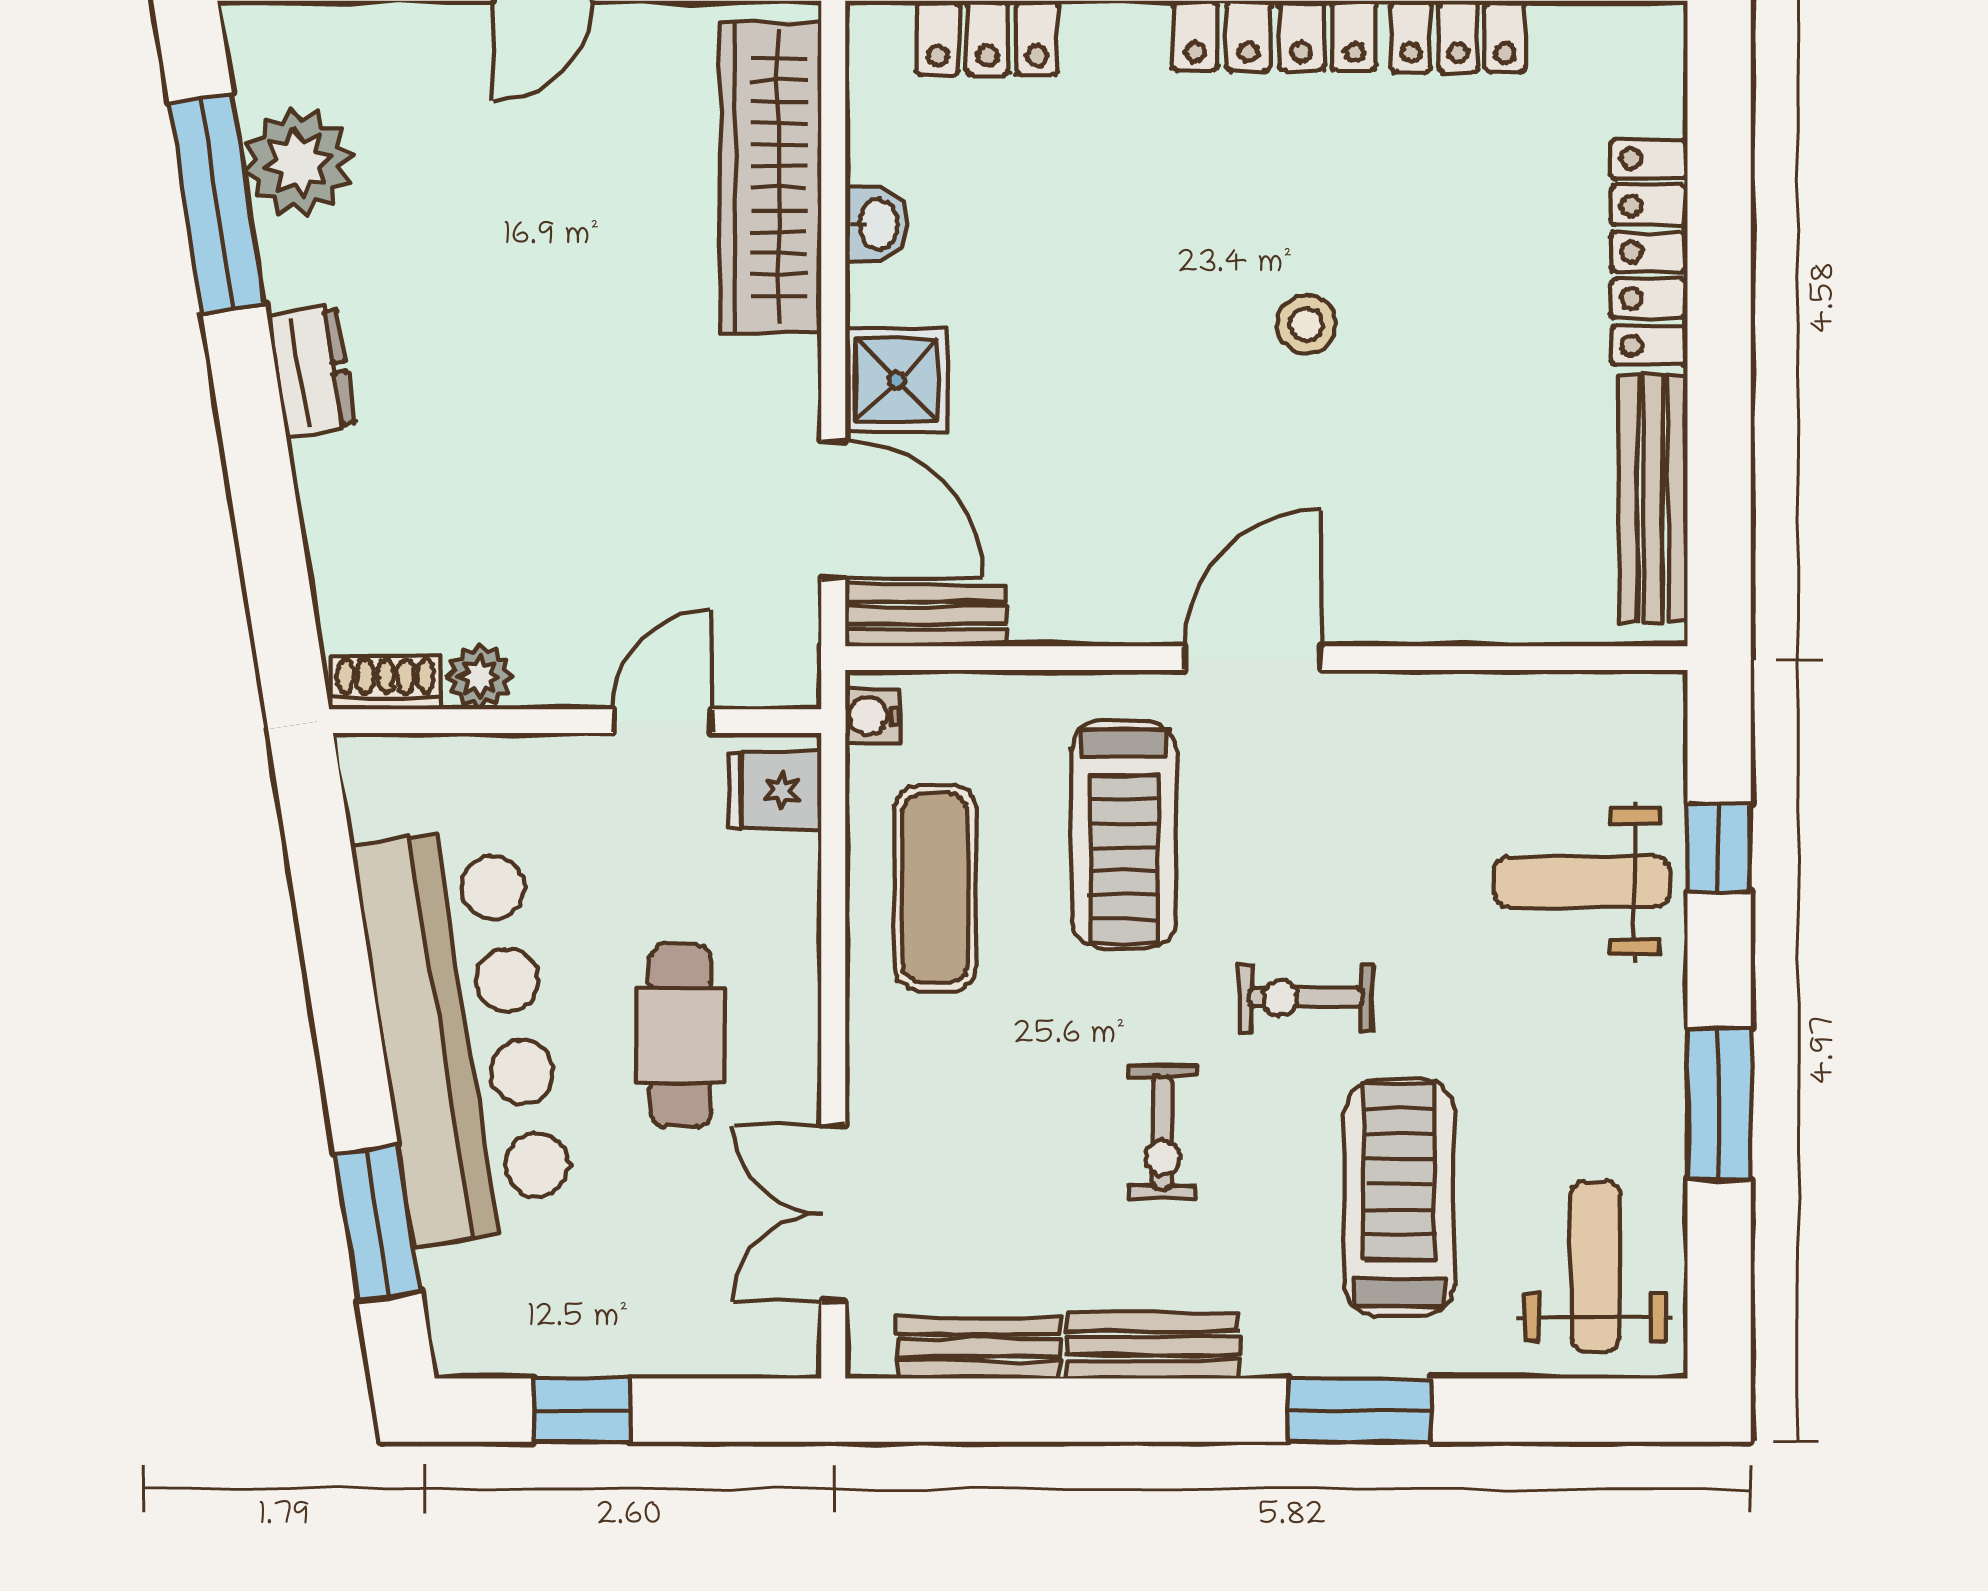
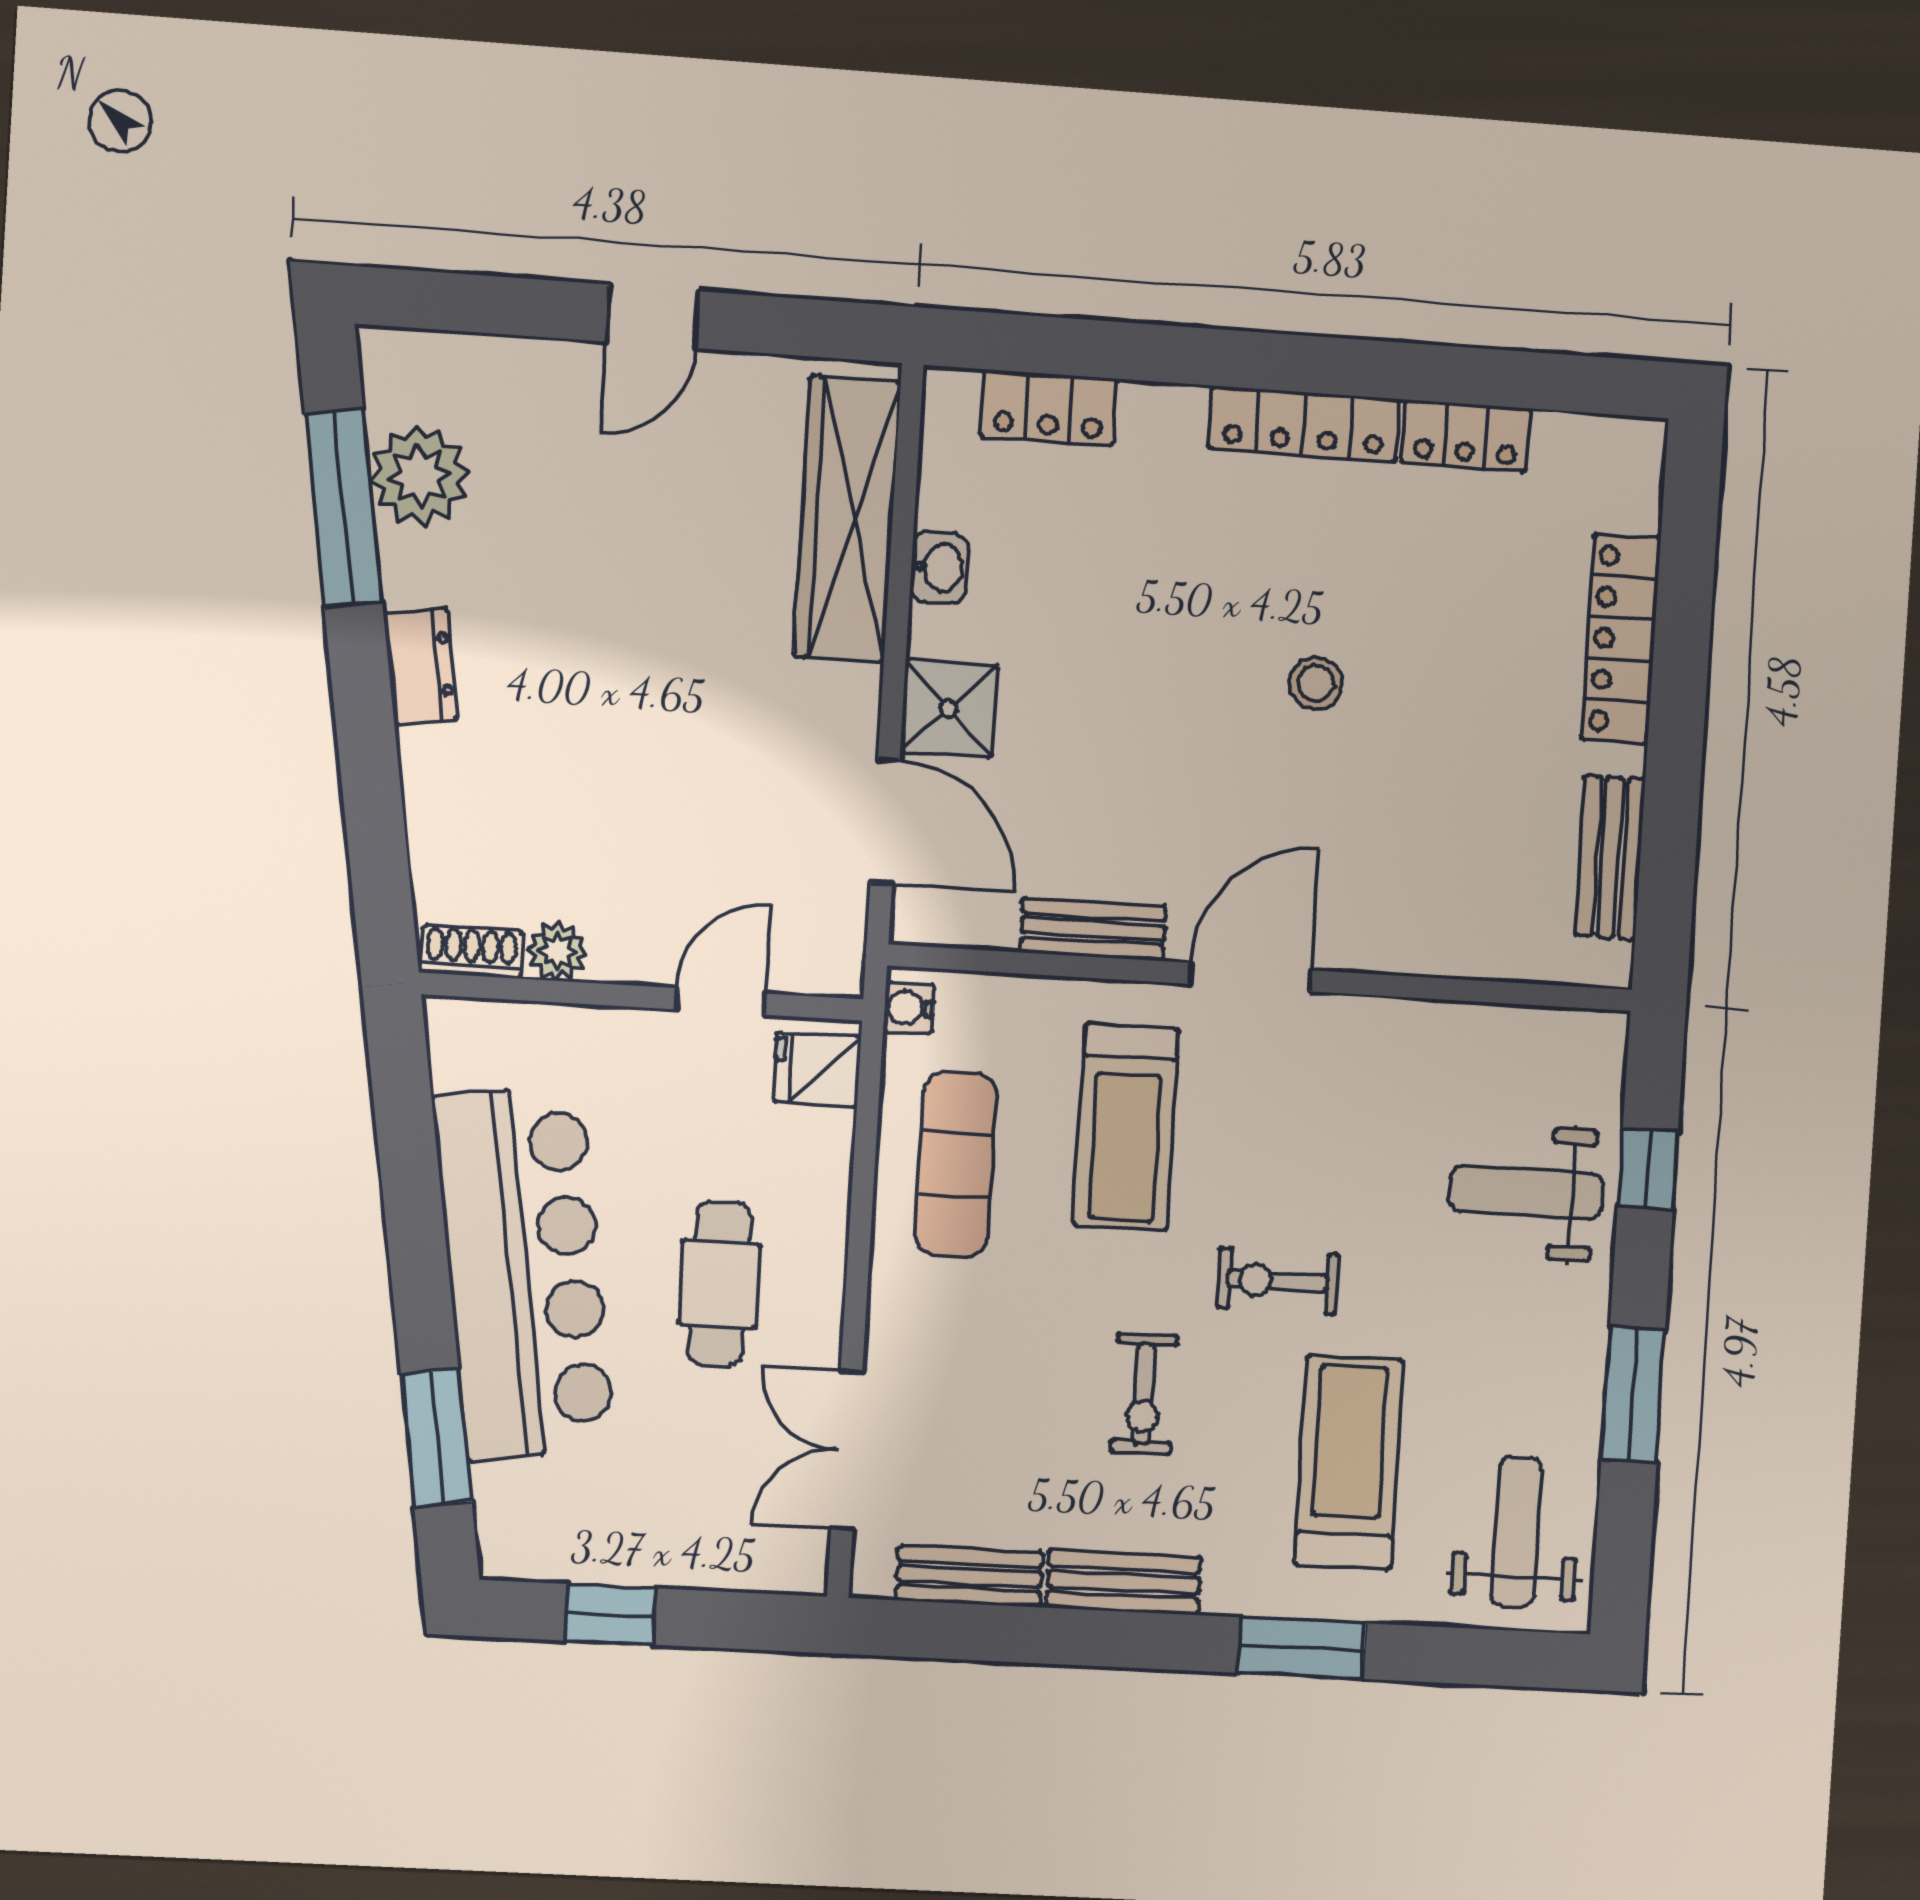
bench: (1653, 498) -> (1610, 857), width x0.73
bench: (926, 615) -> (1093, 929), moved

